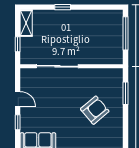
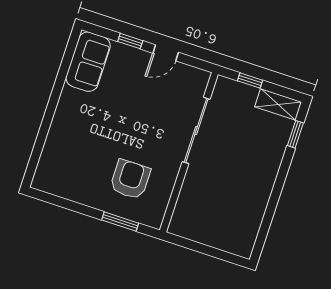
window: (63, 7) -> (295, 134), moved
window: (126, 33) -> (212, 252), removed
armchair: (95, 110) -> (130, 179), moved, turned -140

